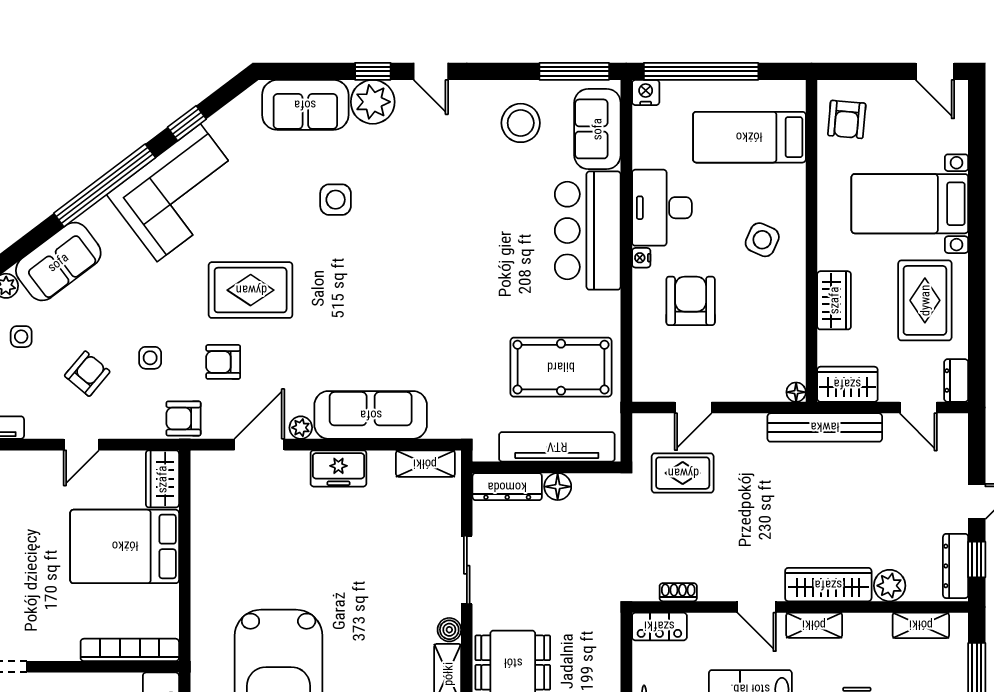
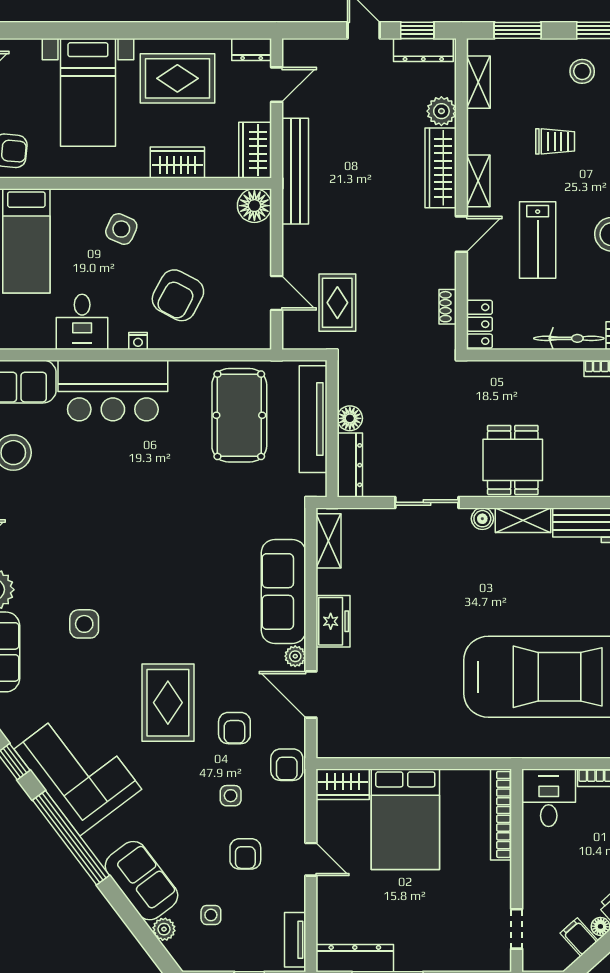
desk: (662, 208) -> (82, 322), width x0.73
armchair: (691, 301) -> (178, 295), turned -62
armchair: (87, 374) -> (245, 854), turned -130
floor lamp: (796, 392) -> (254, 206), width x1.89, depth x1.89

